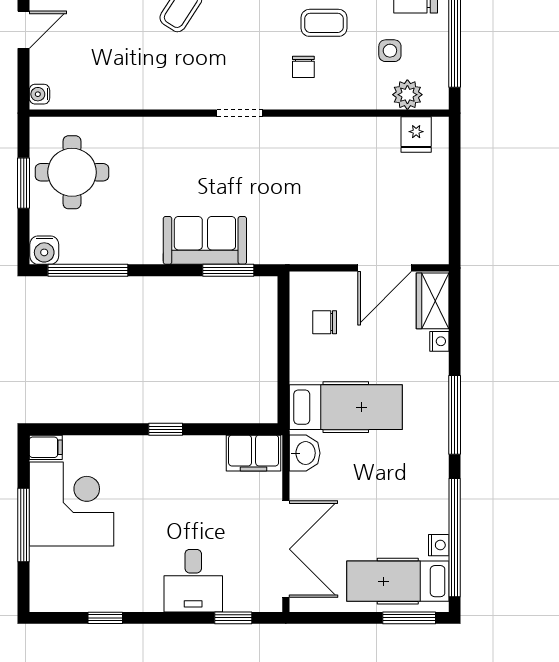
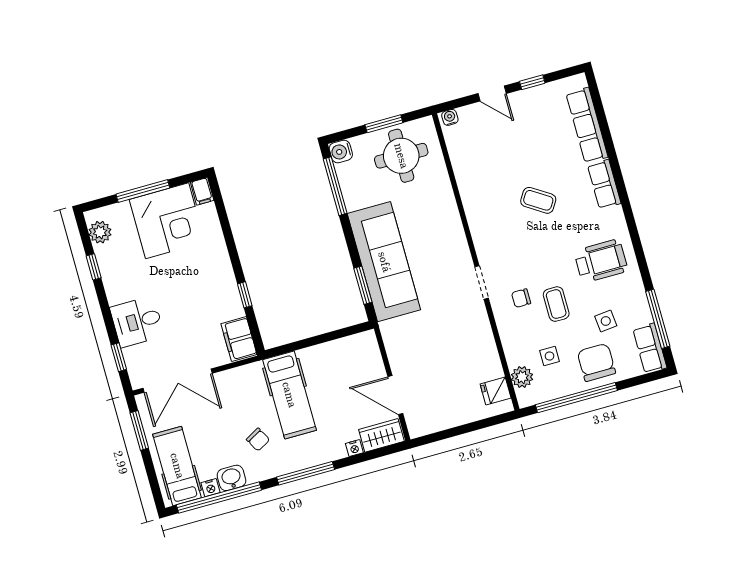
doorway: (240, 113) -> (482, 282), moved
sofa: (205, 240) -> (384, 262), width x1.85, depth x1.27
chair: (325, 322) -> (258, 440), moved, turned 151
window: (166, 429) -> (245, 295), moved
washbasin: (305, 453) -> (231, 478), moved, turned 180
plant: (62, 597) -> (100, 232), added
window: (409, 618) -> (139, 430), moved

